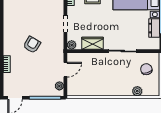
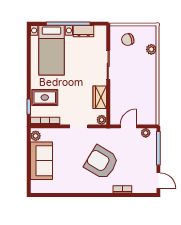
armchair: (32, 45) -> (101, 162), width x1.88, depth x1.88
door: (65, 70) -> (128, 126), hinge flipped

